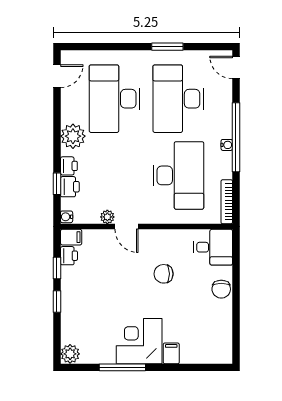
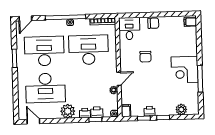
desk: (178, 99) -> (44, 51), turned 180
printer: (69, 256) -> (149, 111), moved
filing cabinet: (171, 353) -> (190, 22), moved
plant: (70, 354) -> (181, 109), moved

